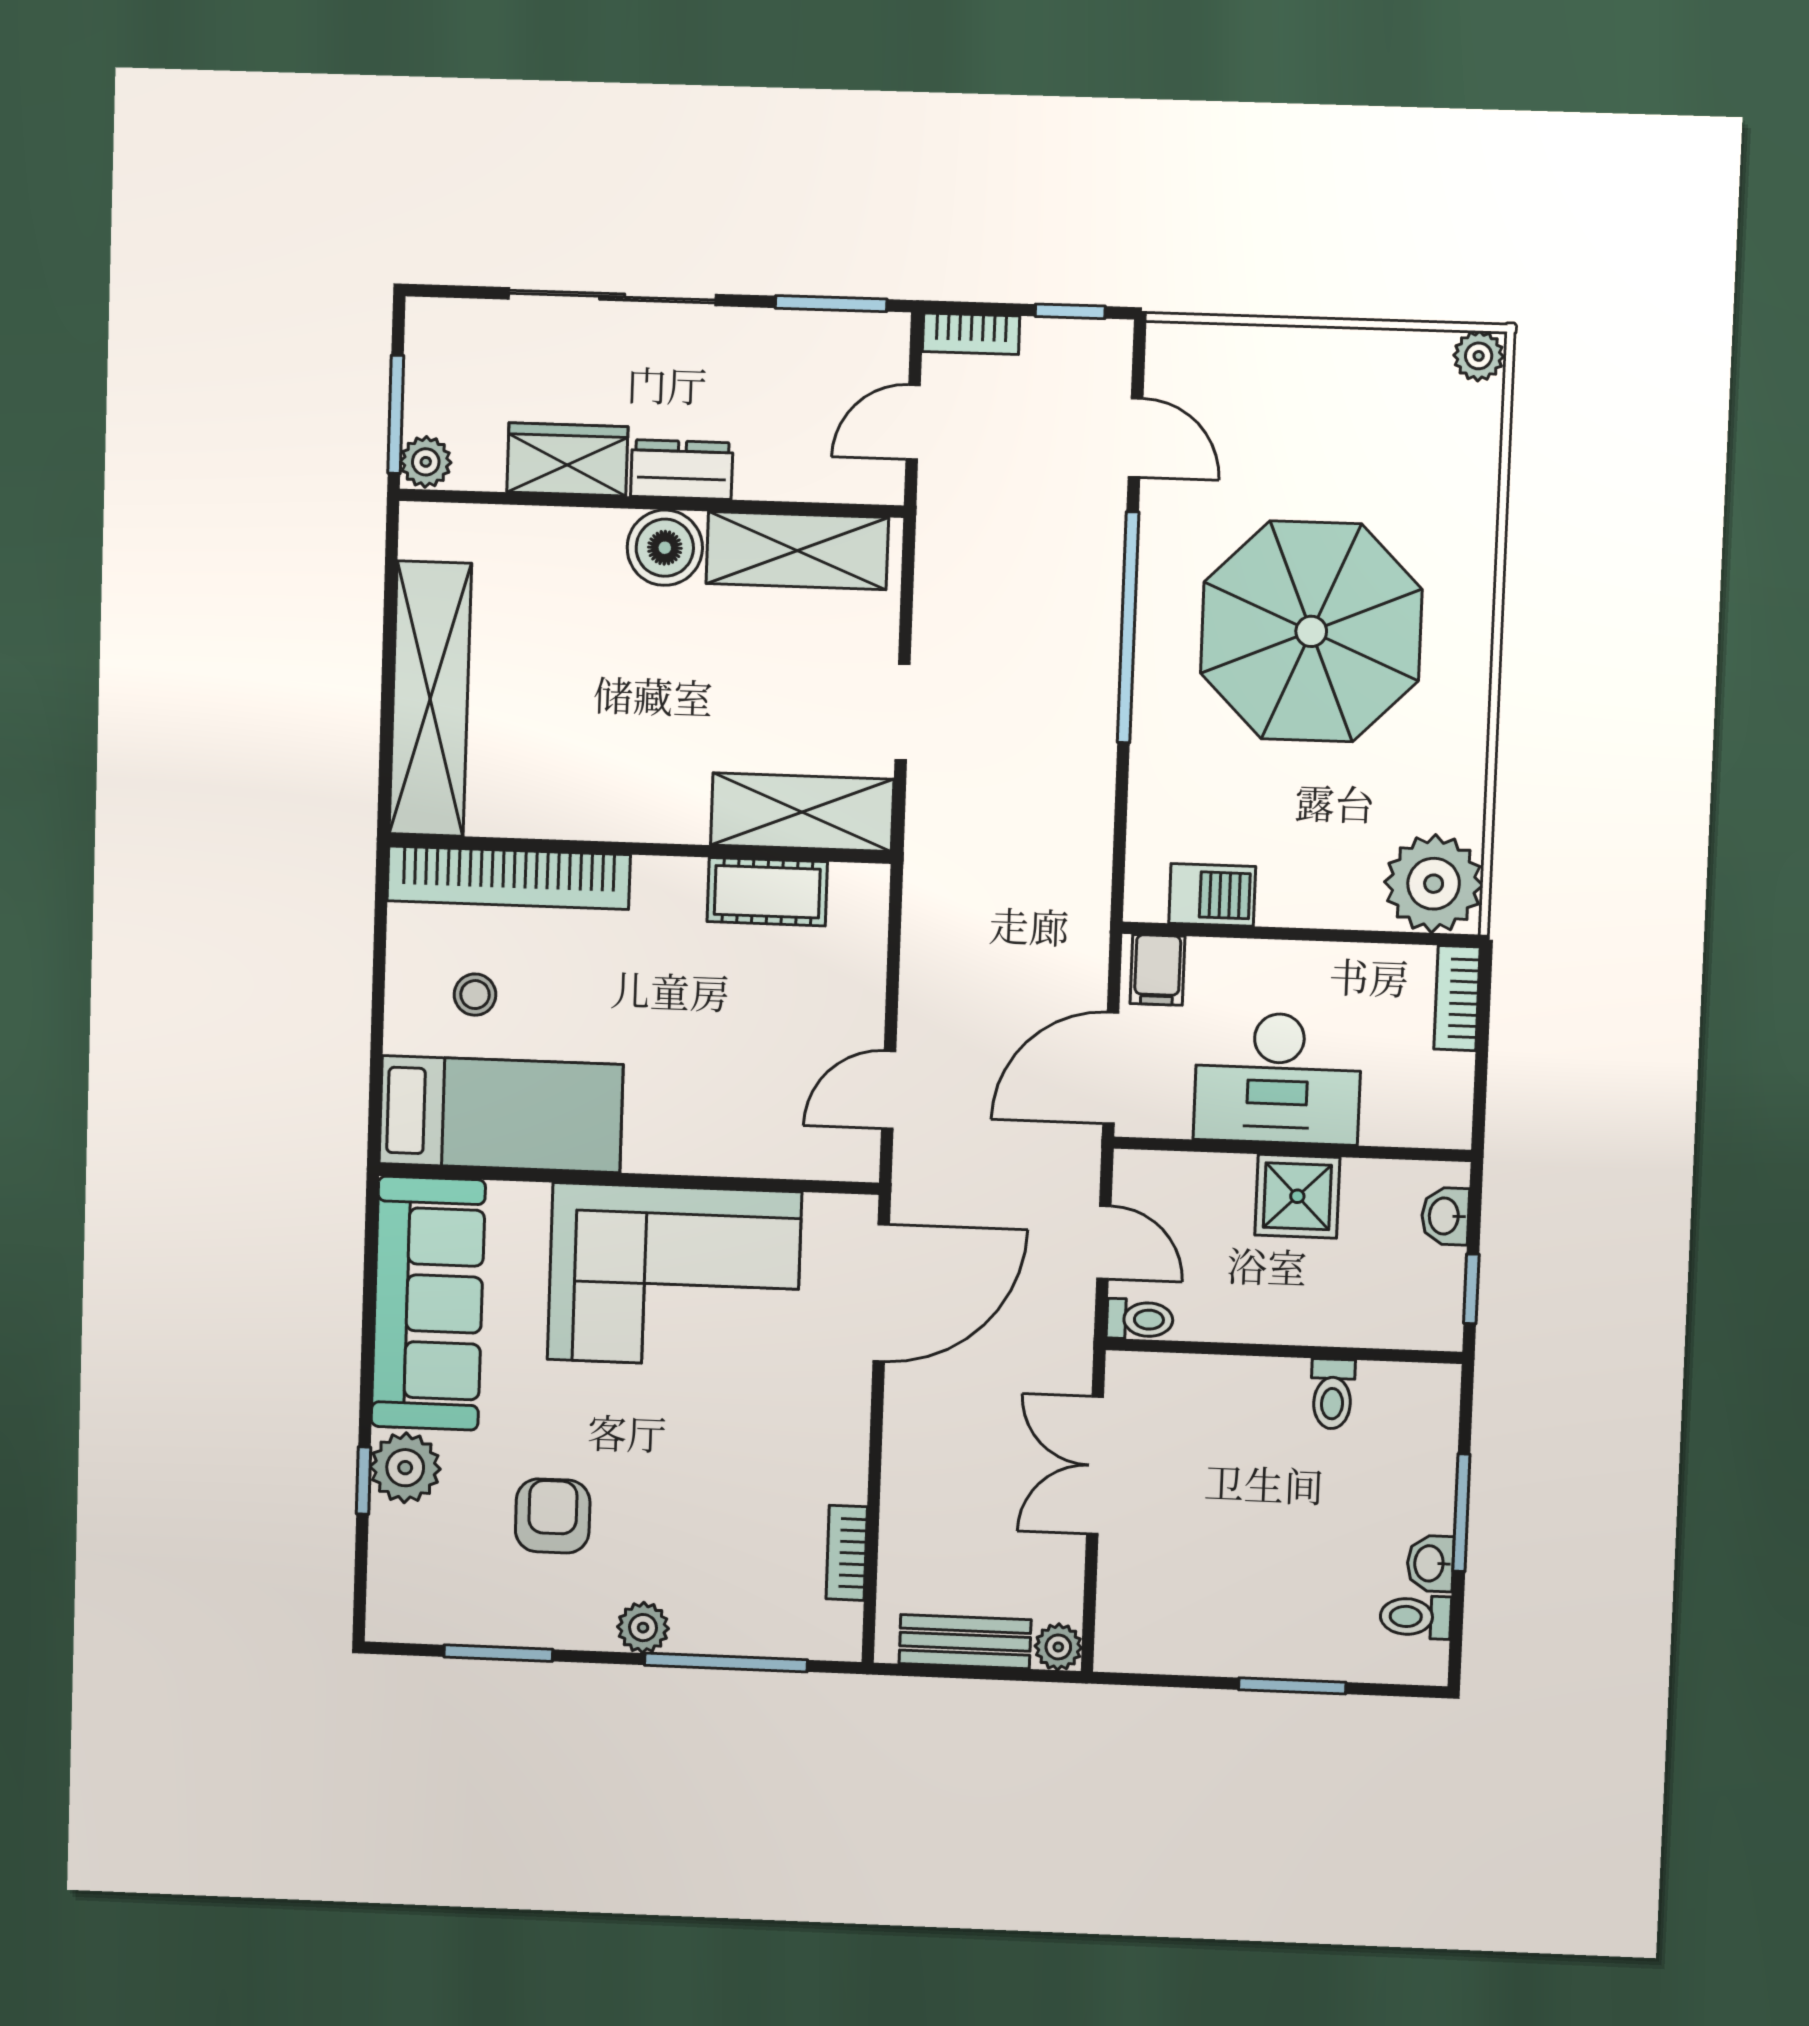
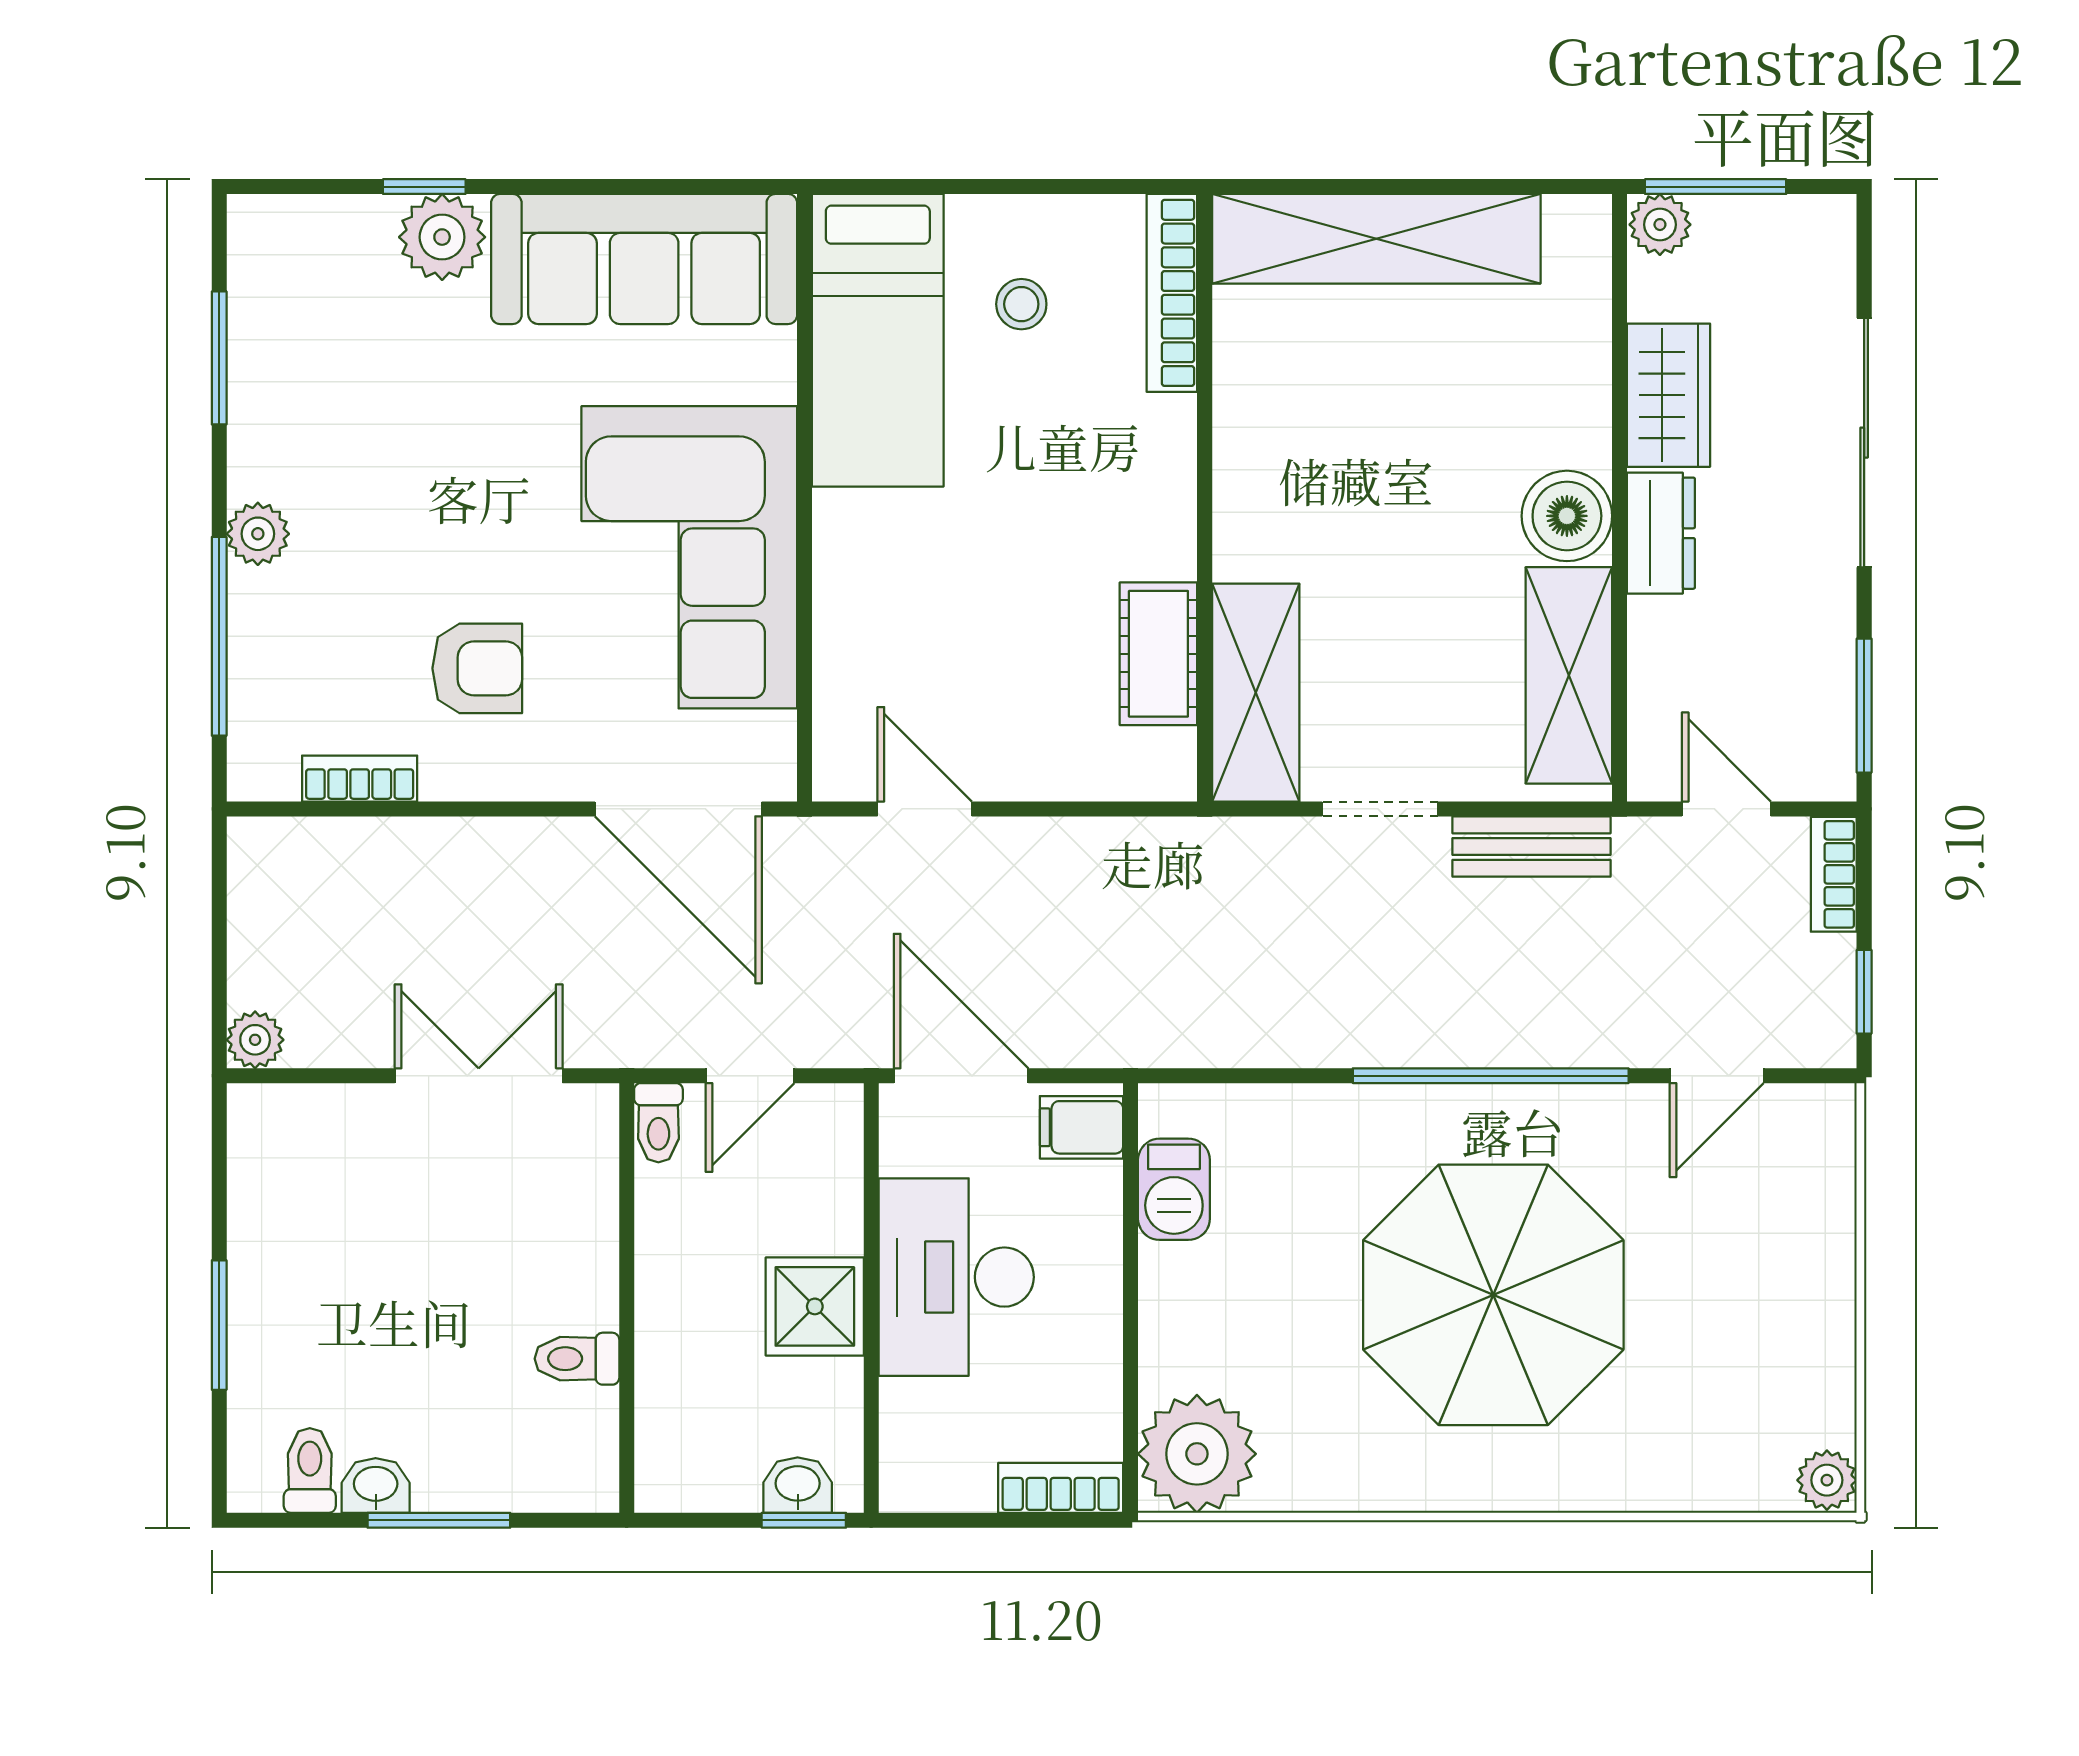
bookcase: (509, 878) -> (1172, 293), width x0.68, depth x0.76
window: (1471, 1289) -> (804, 1520), moved
armchair: (553, 1516) -> (477, 668), moved
bench: (965, 1642) -> (1531, 847), moved, turned 90

